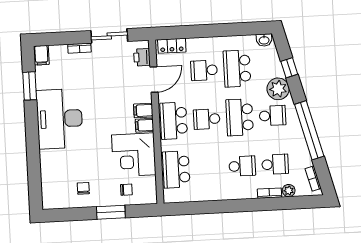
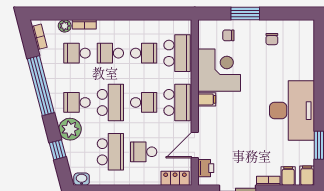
school desk: (204, 70) -> (144, 152), turned 180
filing cabinet: (143, 111) -> (288, 176), moved, turned -90
school desk: (209, 168) -> (144, 53), added

